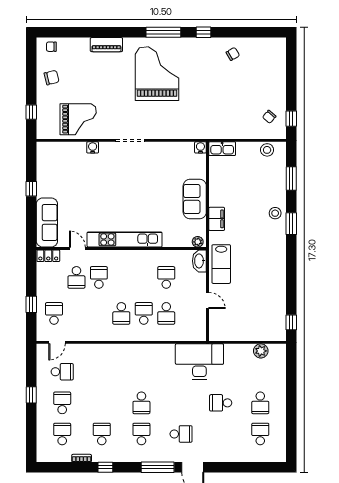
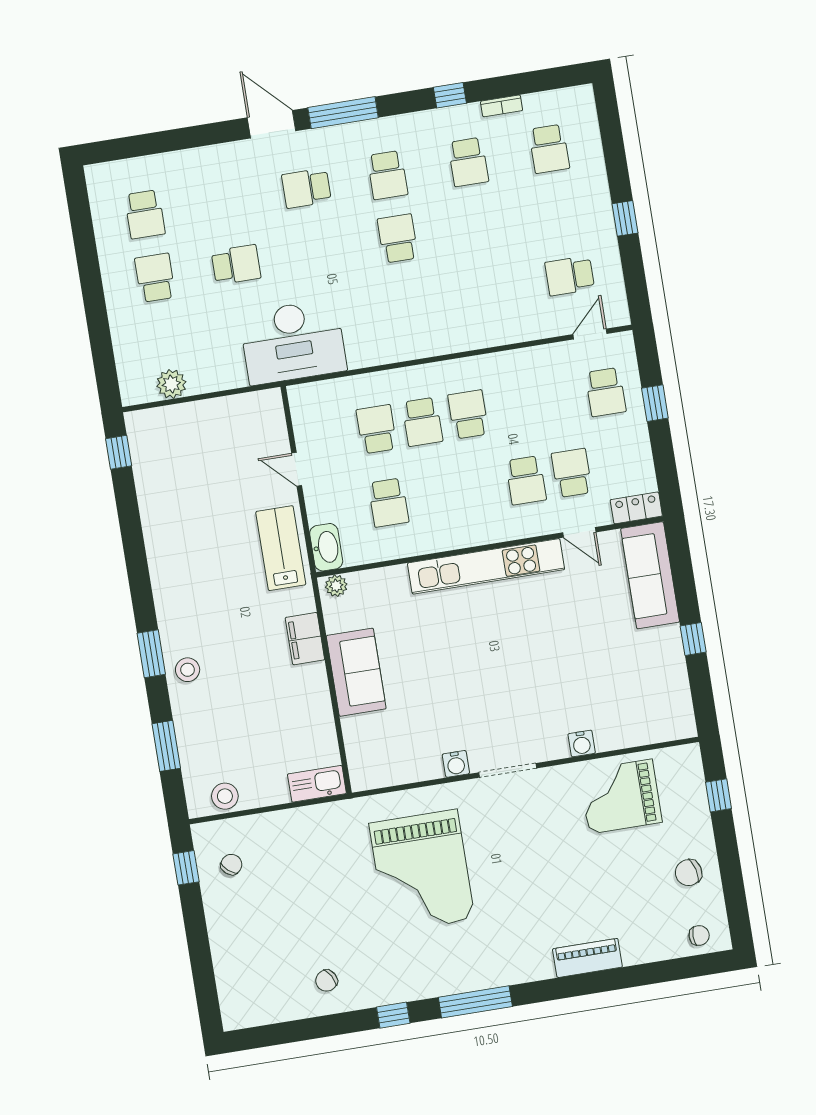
grand piano: (157, 74) -> (422, 871), moved
water cooler: (200, 147) -> (456, 764), moved
school desk: (62, 403) -> (559, 212), removed

